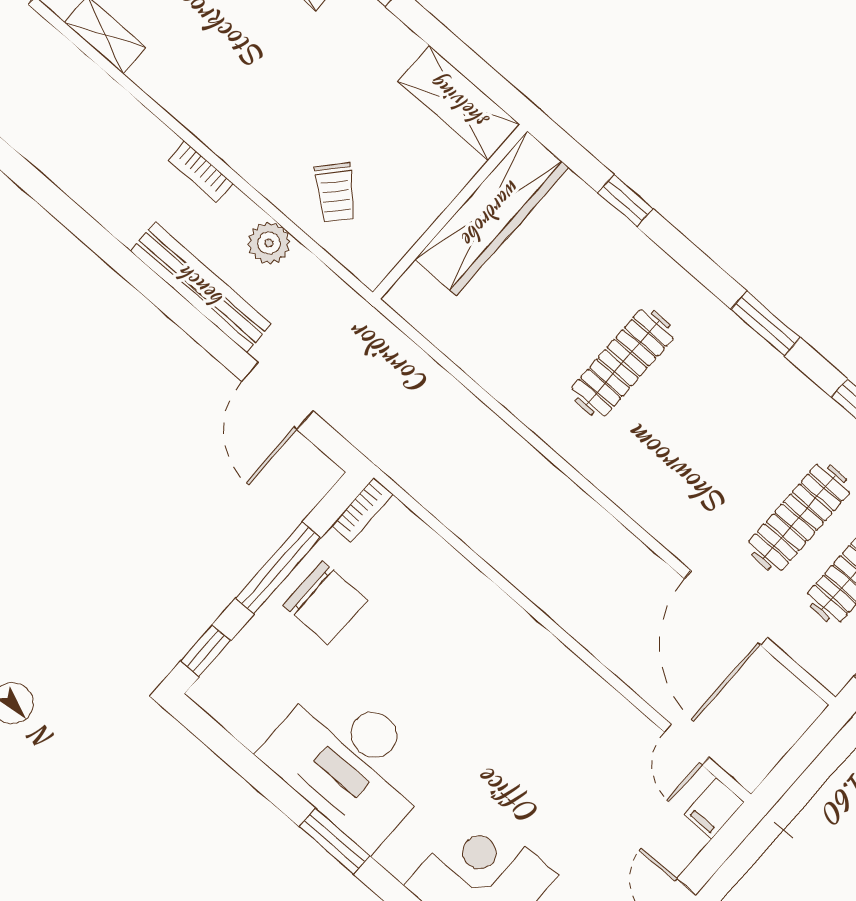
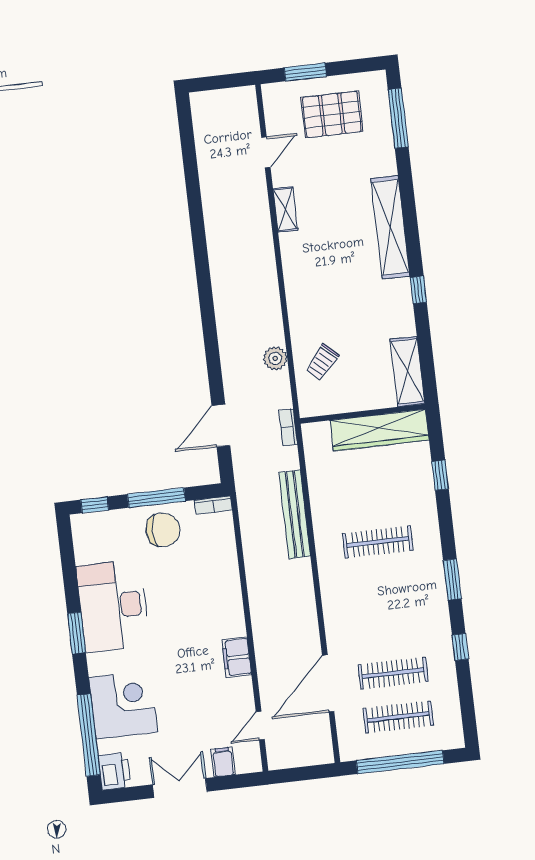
bookcase: (201, 172) -> (288, 427), moved
bench: (201, 287) -> (295, 514), moved
chair: (325, 603) -> (163, 530), turned -90
filing cabinet: (574, 683) -> (237, 657), added
filing cabinet: (714, 808) -> (223, 762), moved, turned 90

